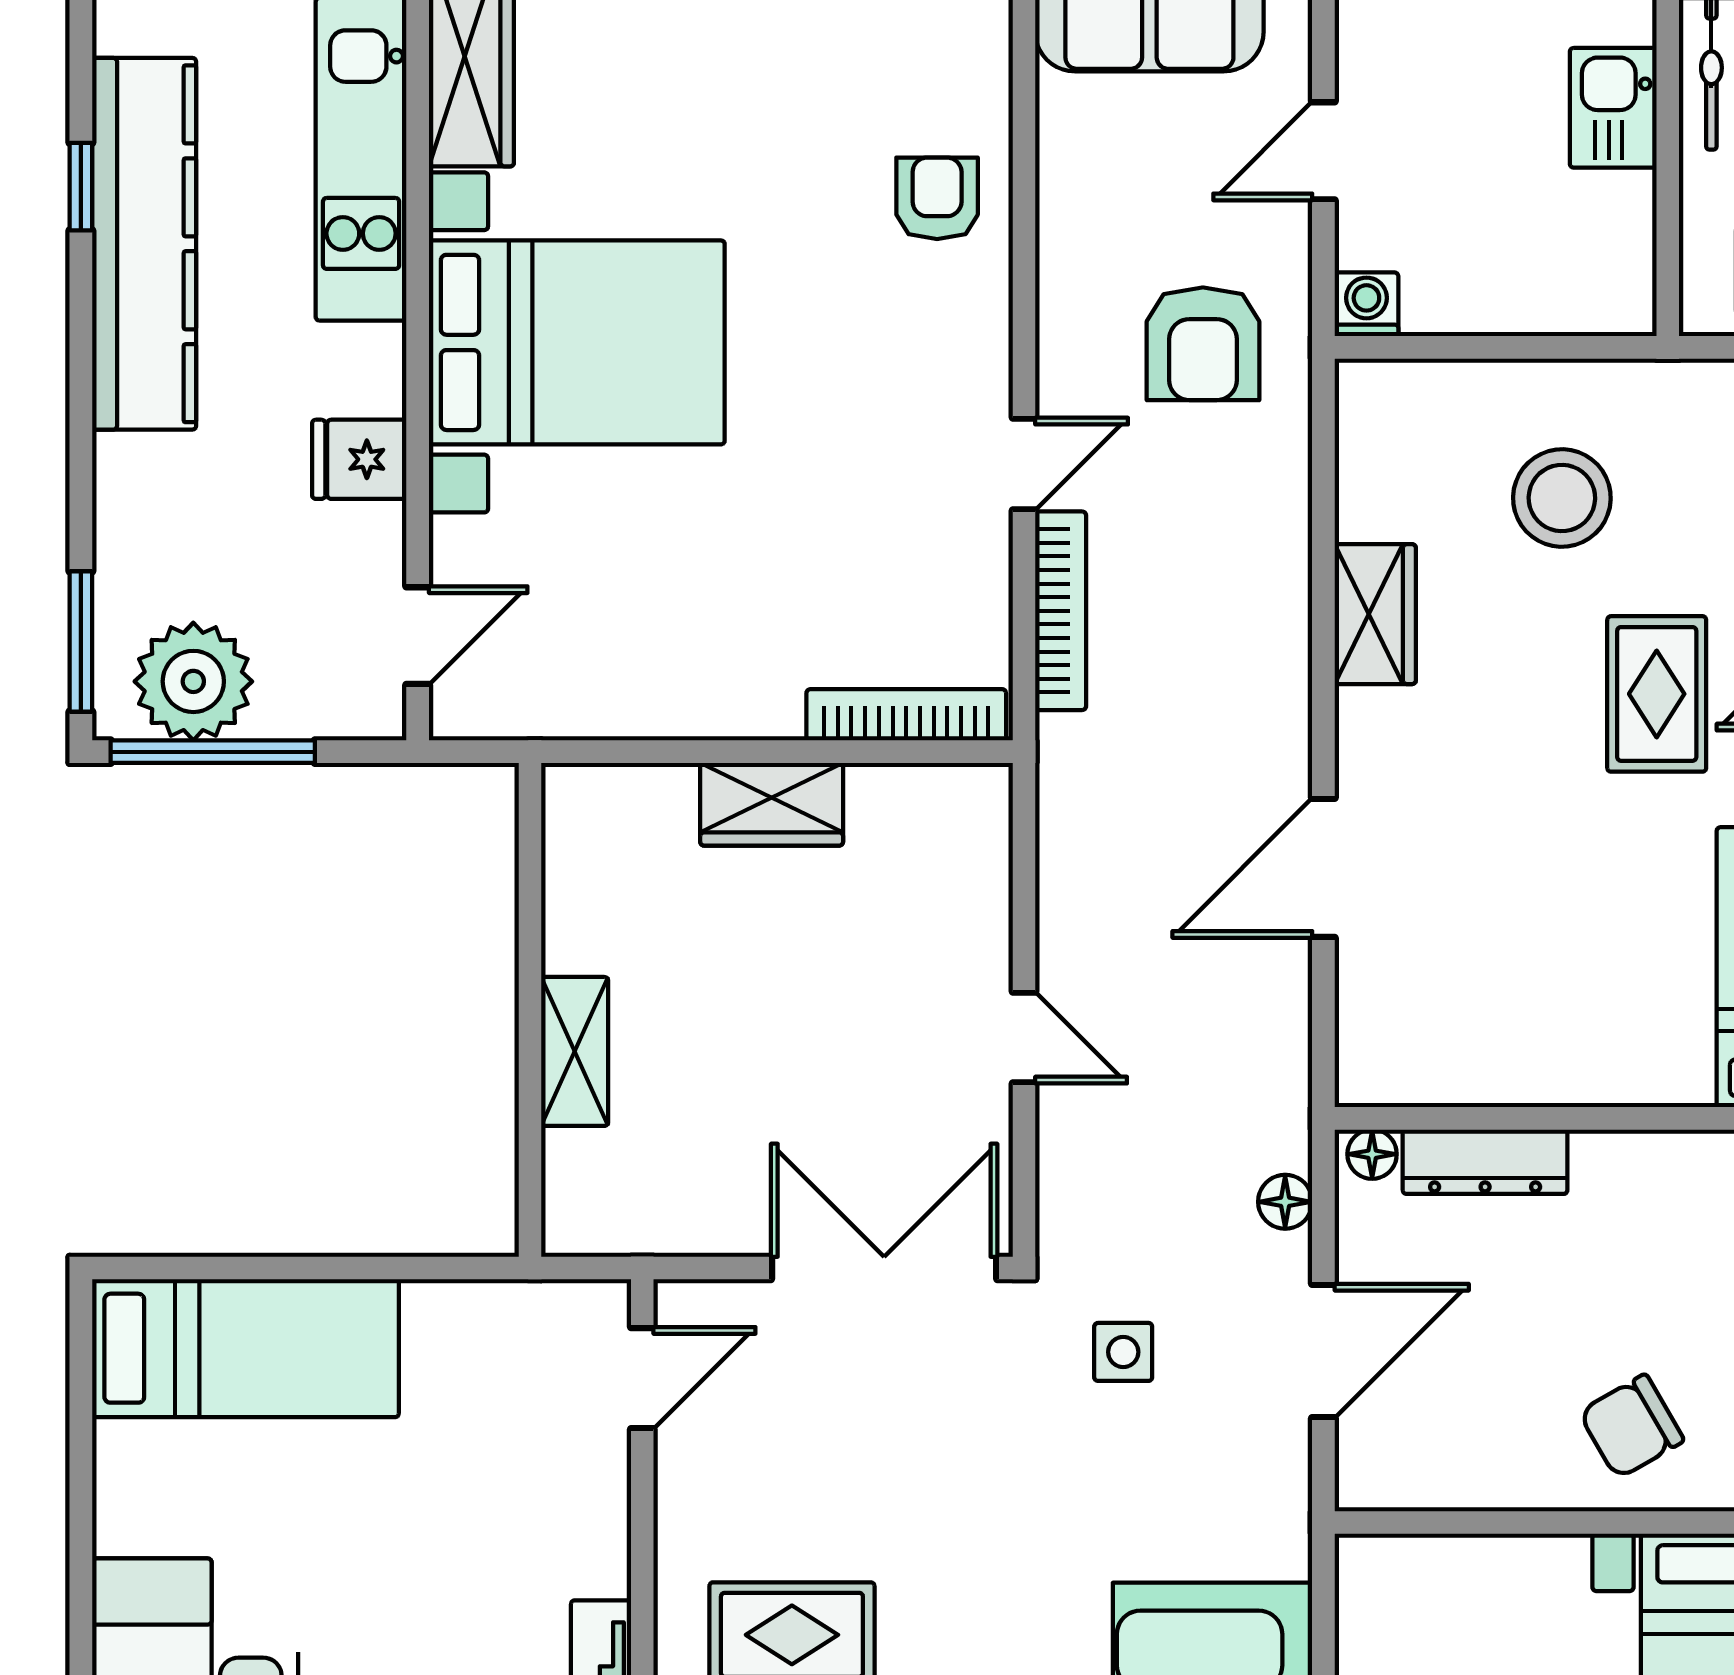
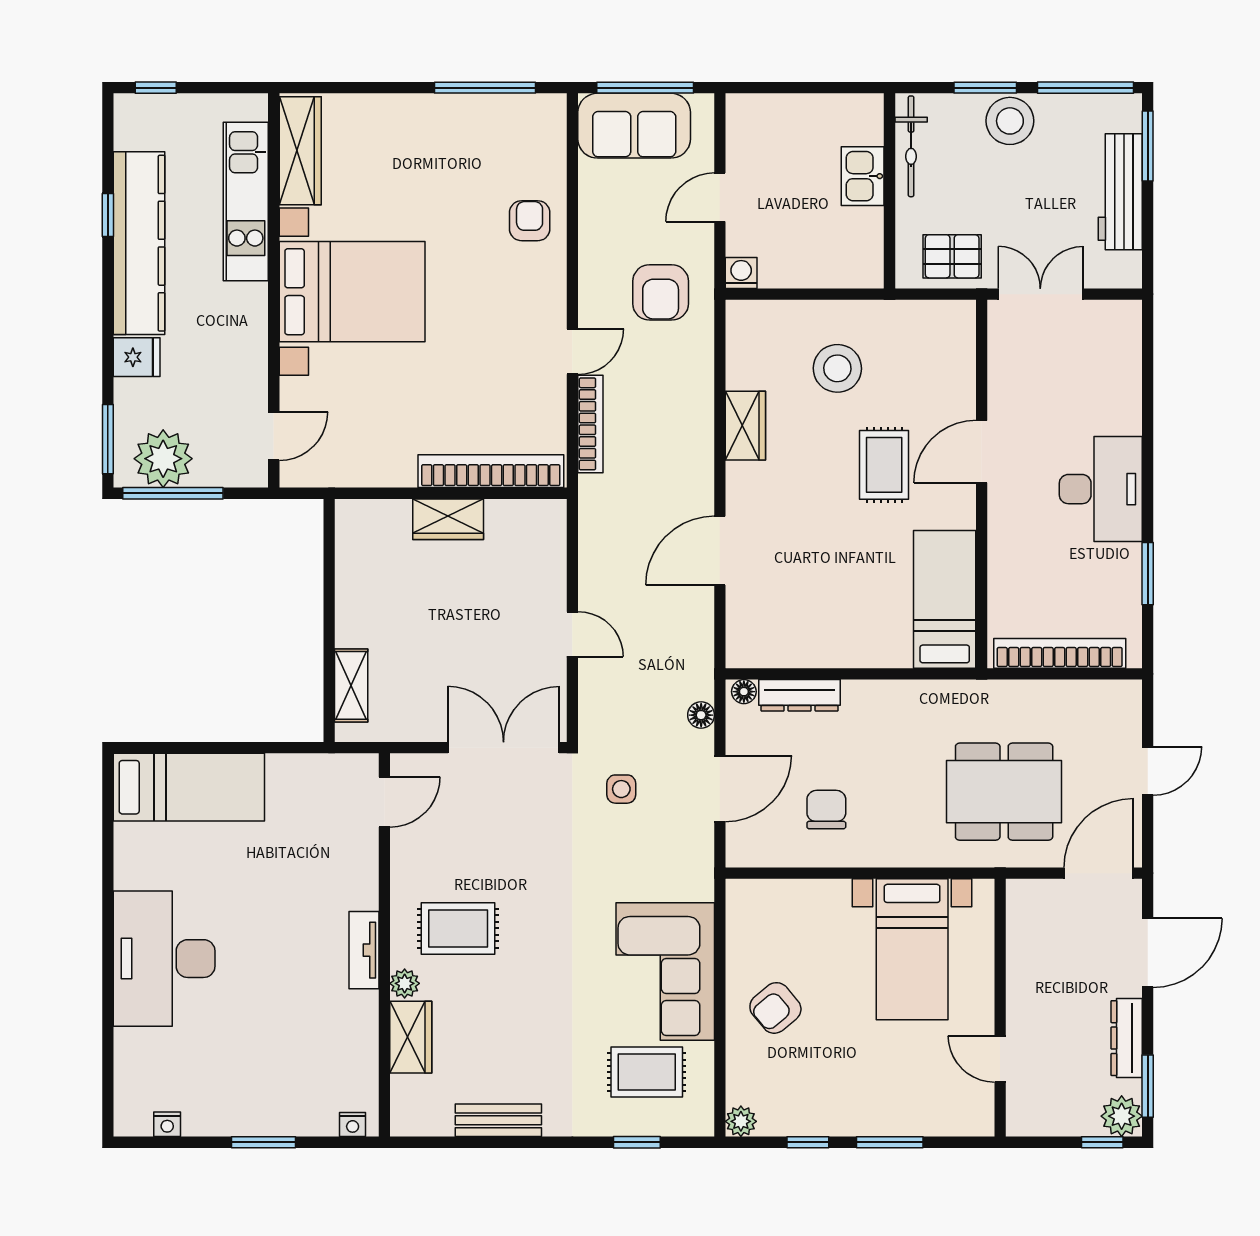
fridge: (359, 459) -> (137, 357), moved, turned 180
bookcase: (906, 715) -> (491, 471), width x1.48, depth x1.31
shelving: (575, 1051) -> (351, 685), moved
chair: (1631, 1426) -> (826, 810), moved, turned 120

